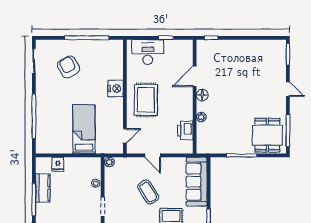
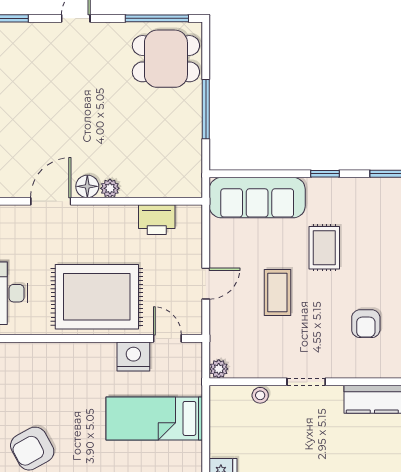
door: (195, 76) -> (51, 201), swing flipped
nightstand: (116, 88) -> (133, 356), moved
rug: (146, 100) -> (97, 297), width x1.37, depth x1.44
plant: (201, 117) -> (110, 188), moved
coffee table: (148, 192) -> (277, 292), turned -58

